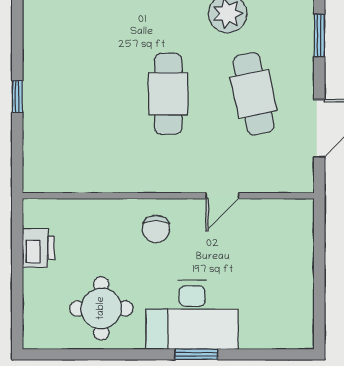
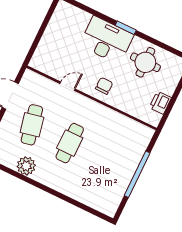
window: (17, 97) -> (137, 174), width x3.17
window: (196, 354) -> (126, 28), moved

